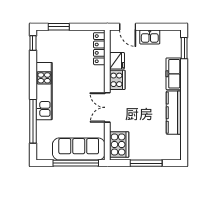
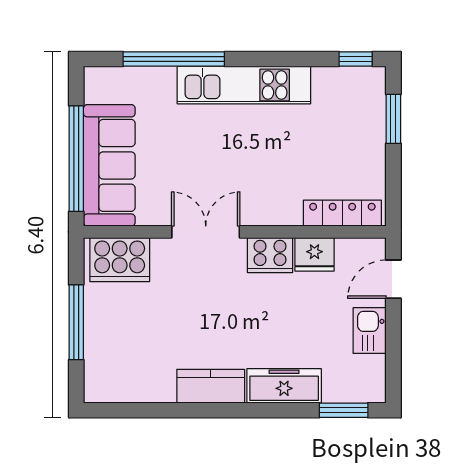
kitchen counter: (174, 113) -> (211, 386), width x0.67

